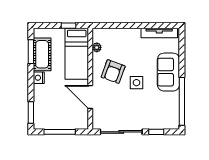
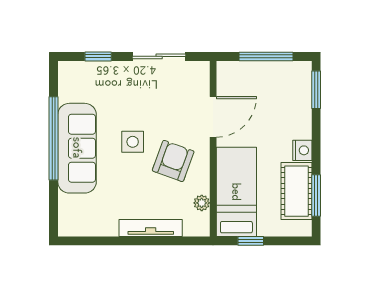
tv unit: (159, 33) -> (151, 228), moved
sofa: (168, 72) -> (77, 148), width x1.36
door: (90, 97) -> (213, 117), hinge flipped
window: (182, 101) -> (54, 138), moved
sliding door: (121, 132) -> (159, 56), width x0.73

